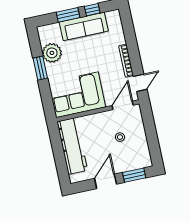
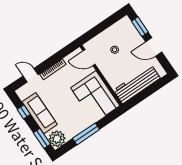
window: (68, 15) -> (42, 138), moved
plant: (52, 53) -> (57, 139), moved
window: (40, 68) -> (86, 134), width x1.44
door: (140, 83) -> (31, 75), moved

